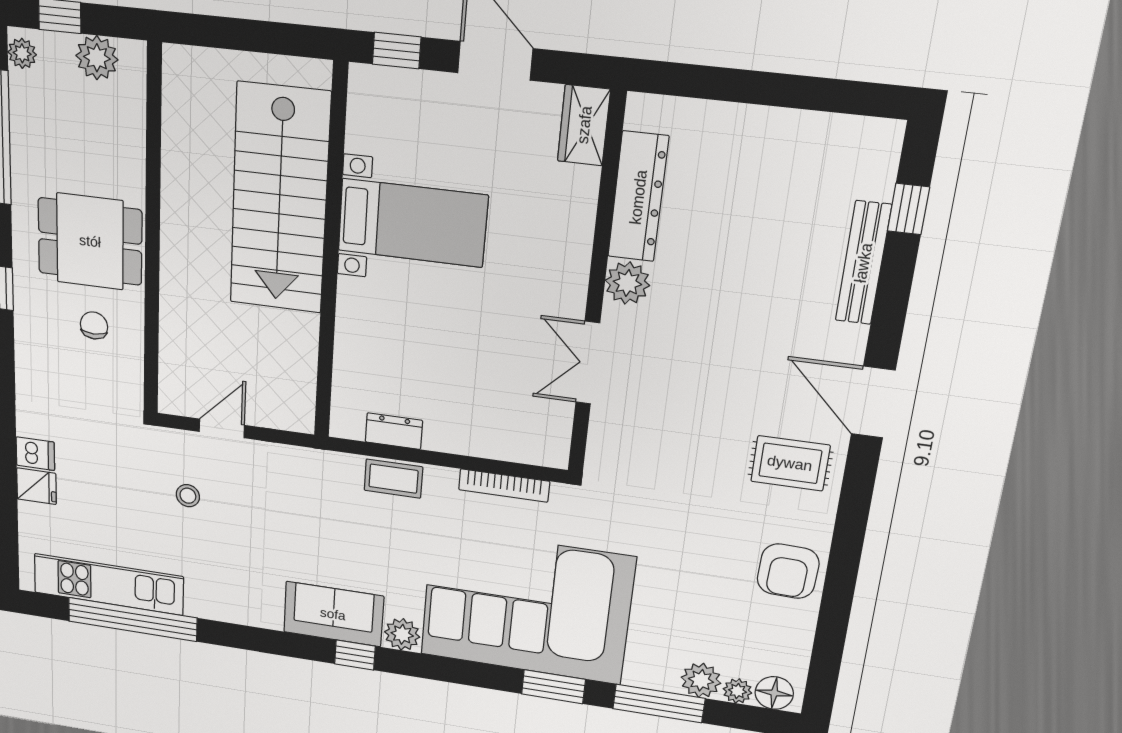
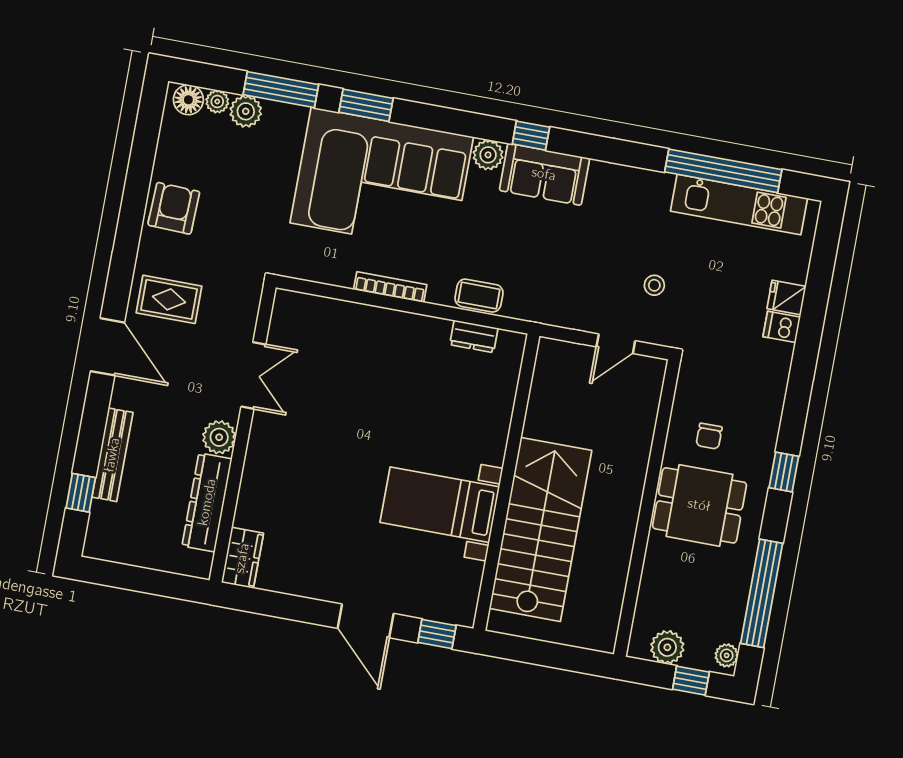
wardrobe: (584, 125) -> (242, 558), moved
dresser: (638, 197) -> (207, 502), moved
plant: (627, 283) -> (219, 437), moved
wall: (596, 289) -> (243, 434), moved
double door: (588, 363) -> (253, 375), moved

